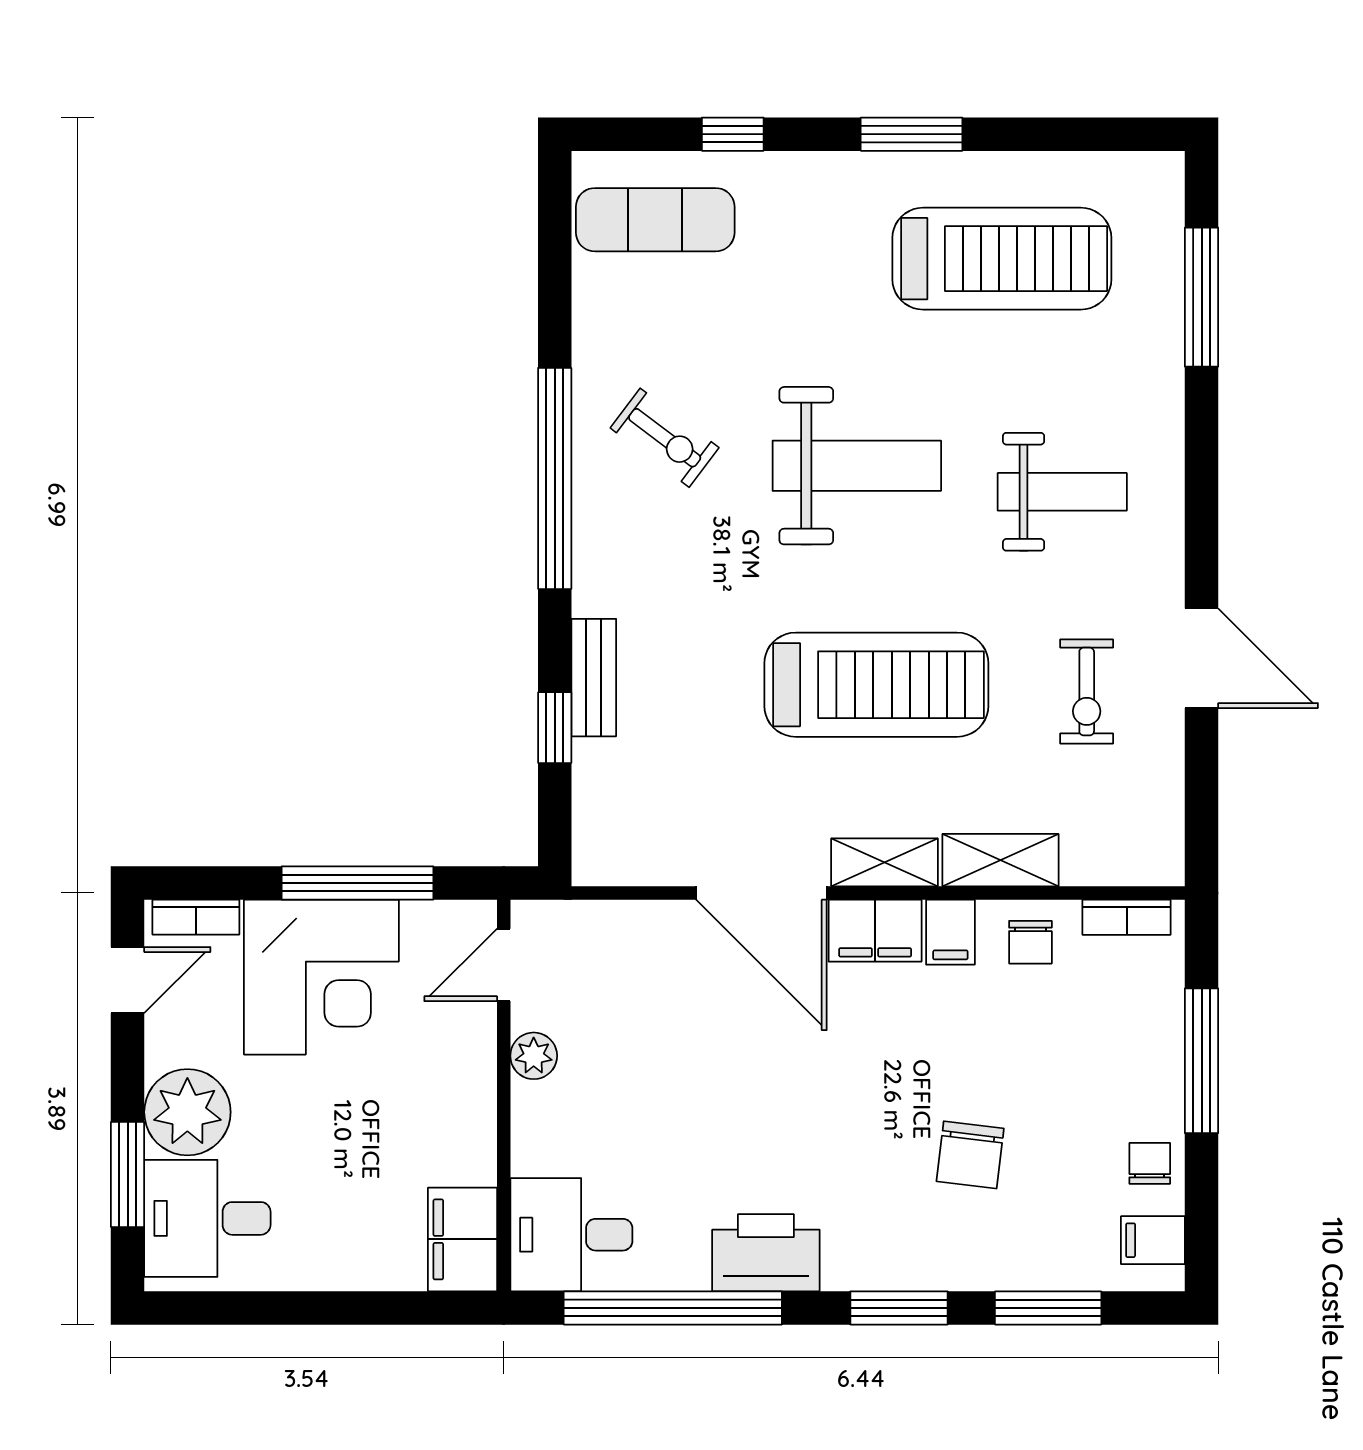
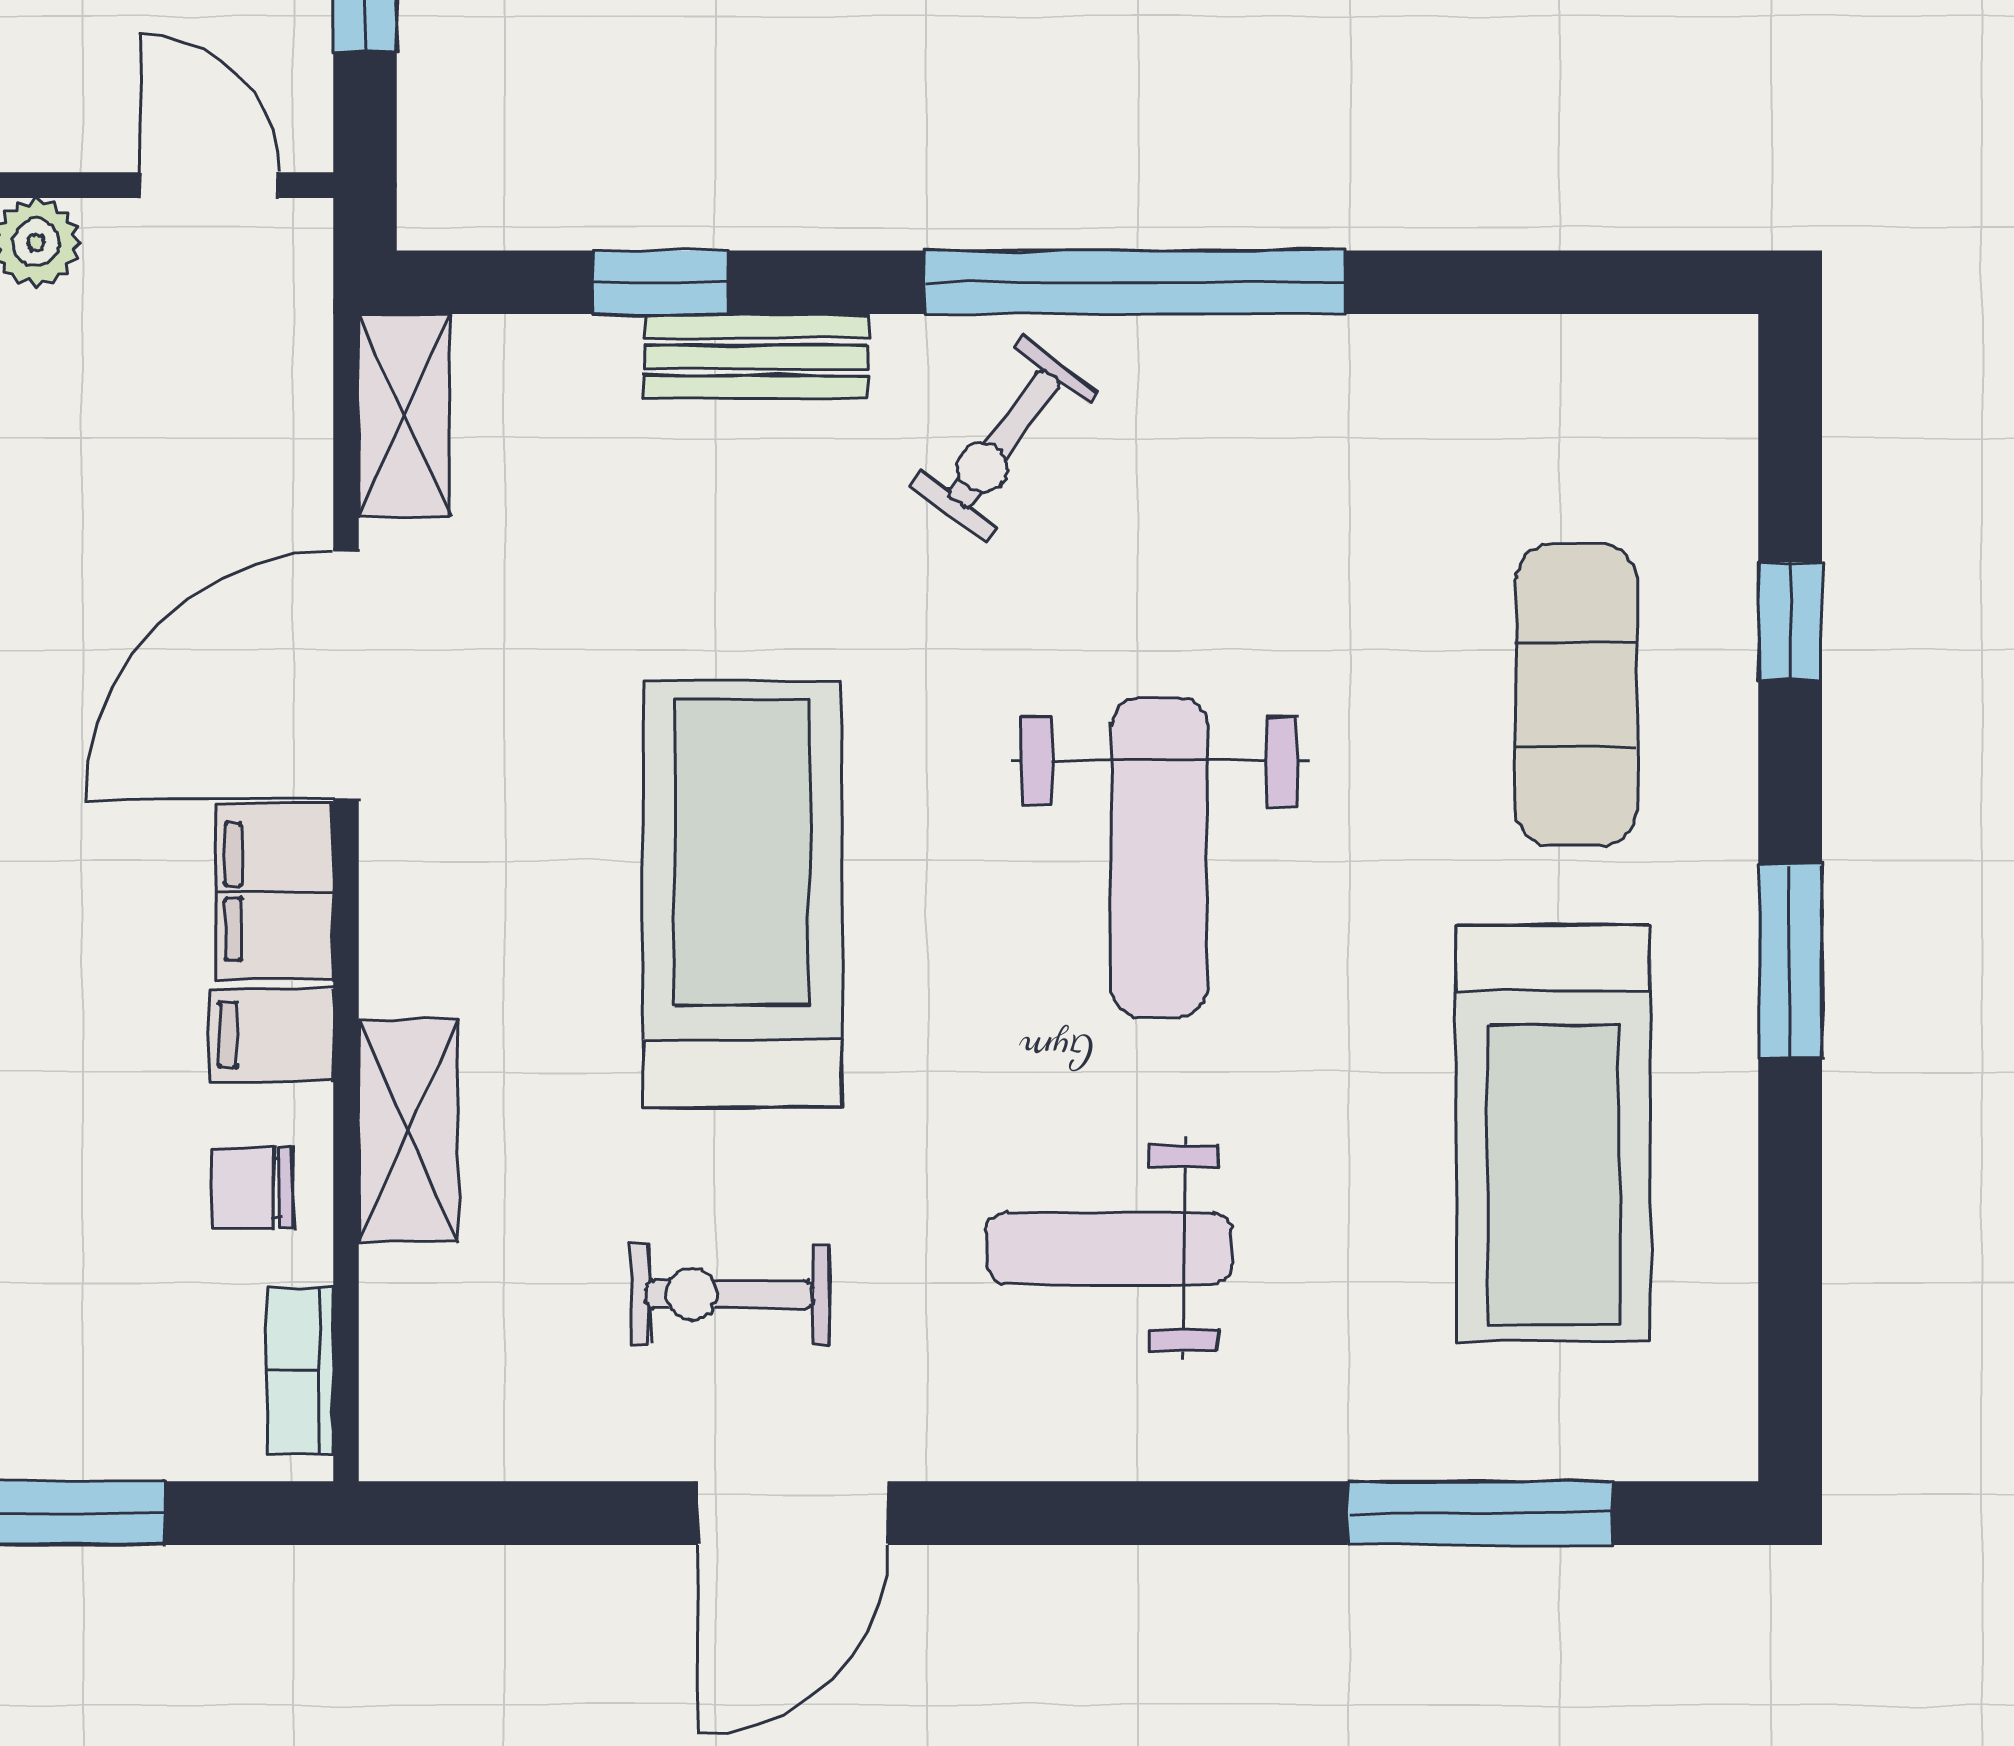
exercise mat: (655, 220) -> (1577, 694), moved
exercise bike: (665, 438) -> (1004, 439), moved
weight bench: (1062, 492) -> (1110, 1248), turned 90
treadmill: (876, 685) -> (742, 894), turned 180
shelving: (884, 862) -> (404, 415), moved

